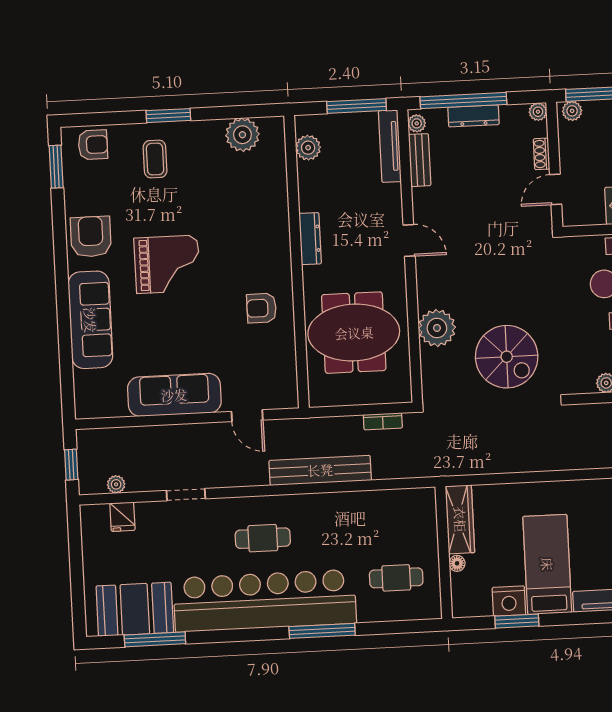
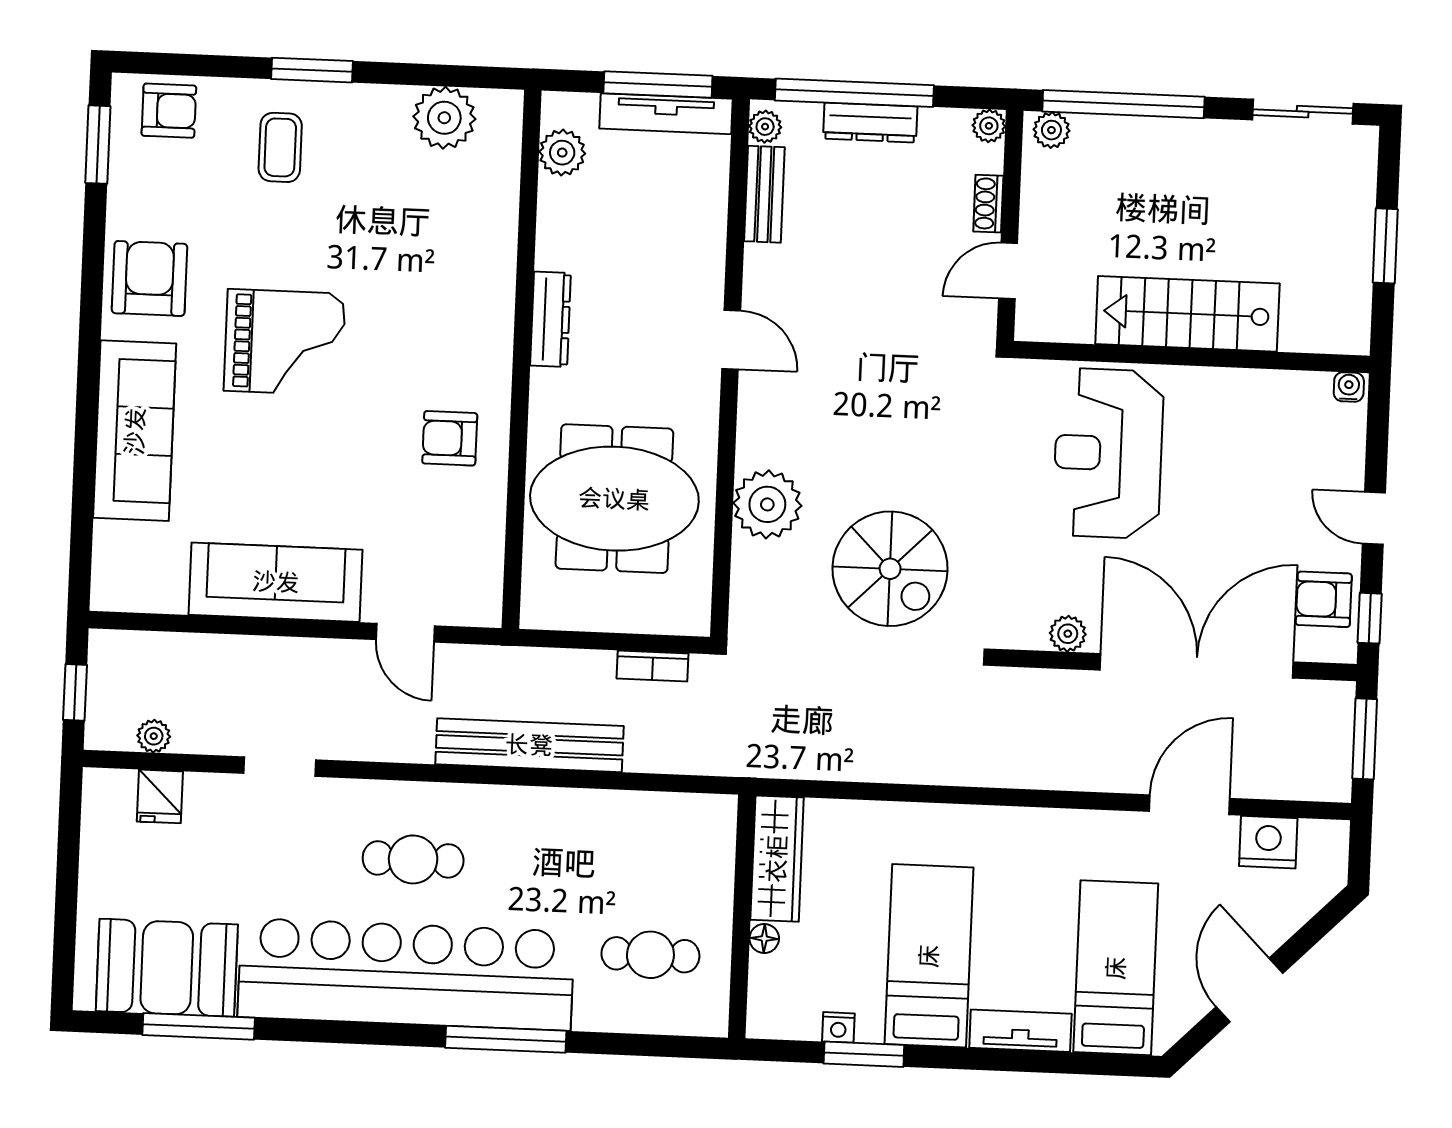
tv unit: (390, 146) -> (666, 114), moved, turned -90
nightstand: (509, 601) -> (838, 1027), width x0.53, depth x0.56

